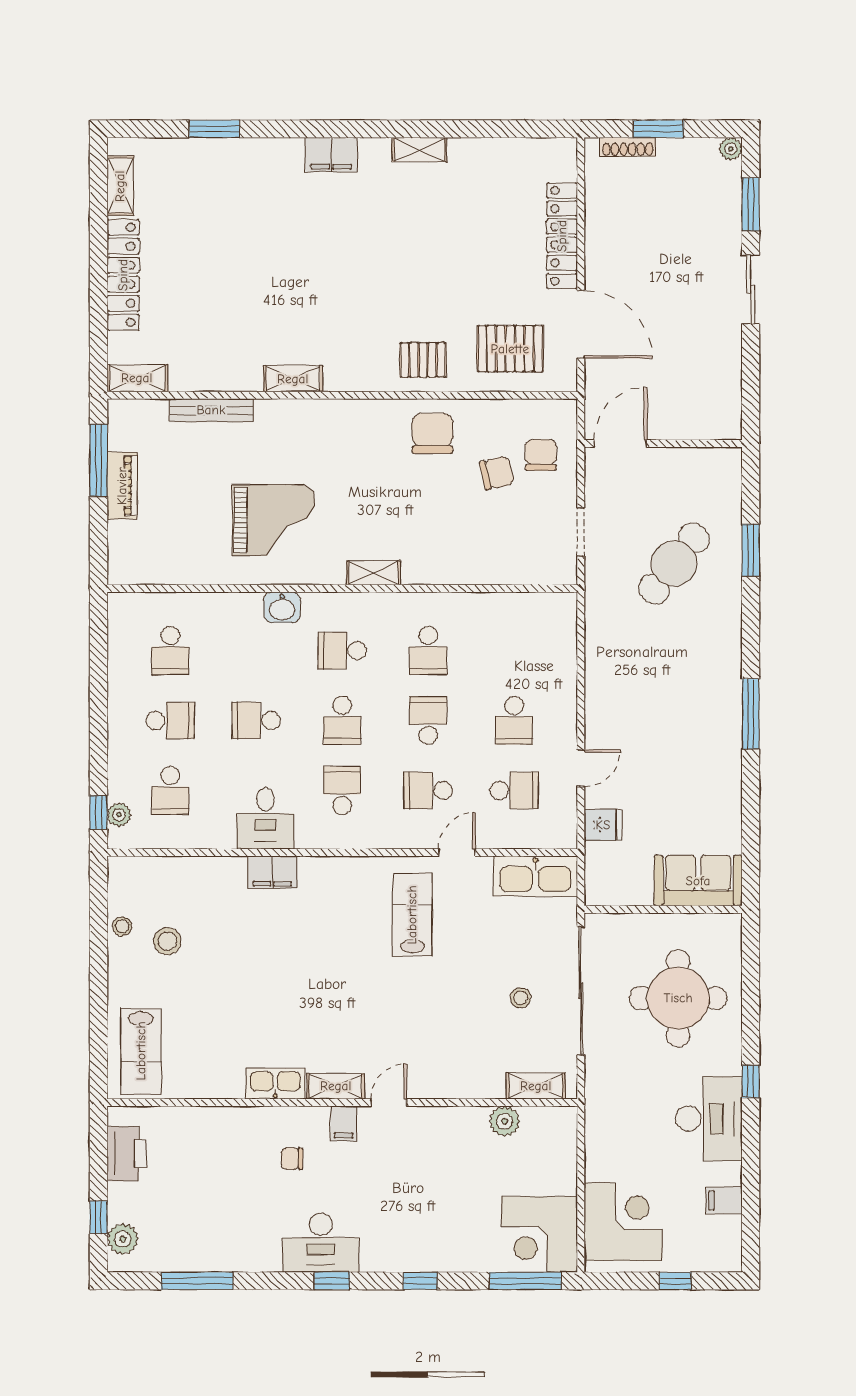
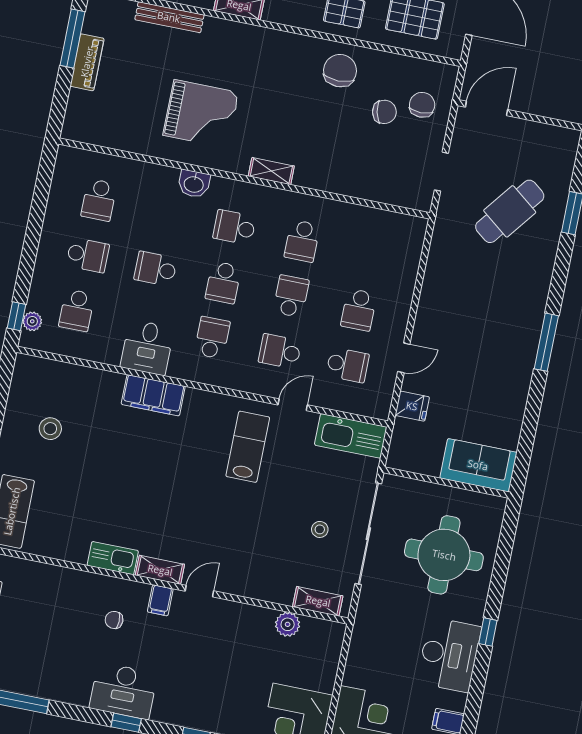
filing cabinet: (272, 872) -> (153, 395), width x1.50, depth x1.17
stool: (122, 926) -> (17, 410), removed

